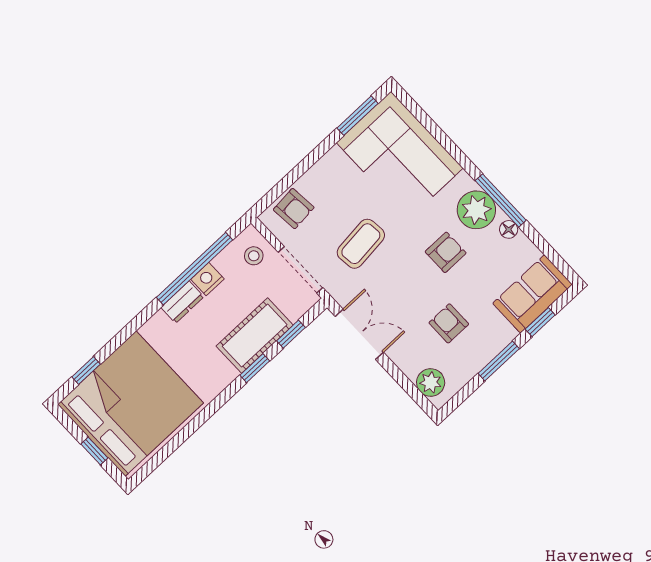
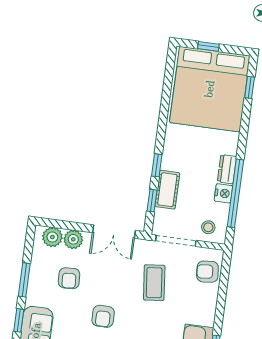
armchair: (449, 323) -> (69, 278), turned 87
cot: (255, 336) -> (167, 190), width x0.73, depth x0.75
plant: (410, 362) -> (73, 239), added

